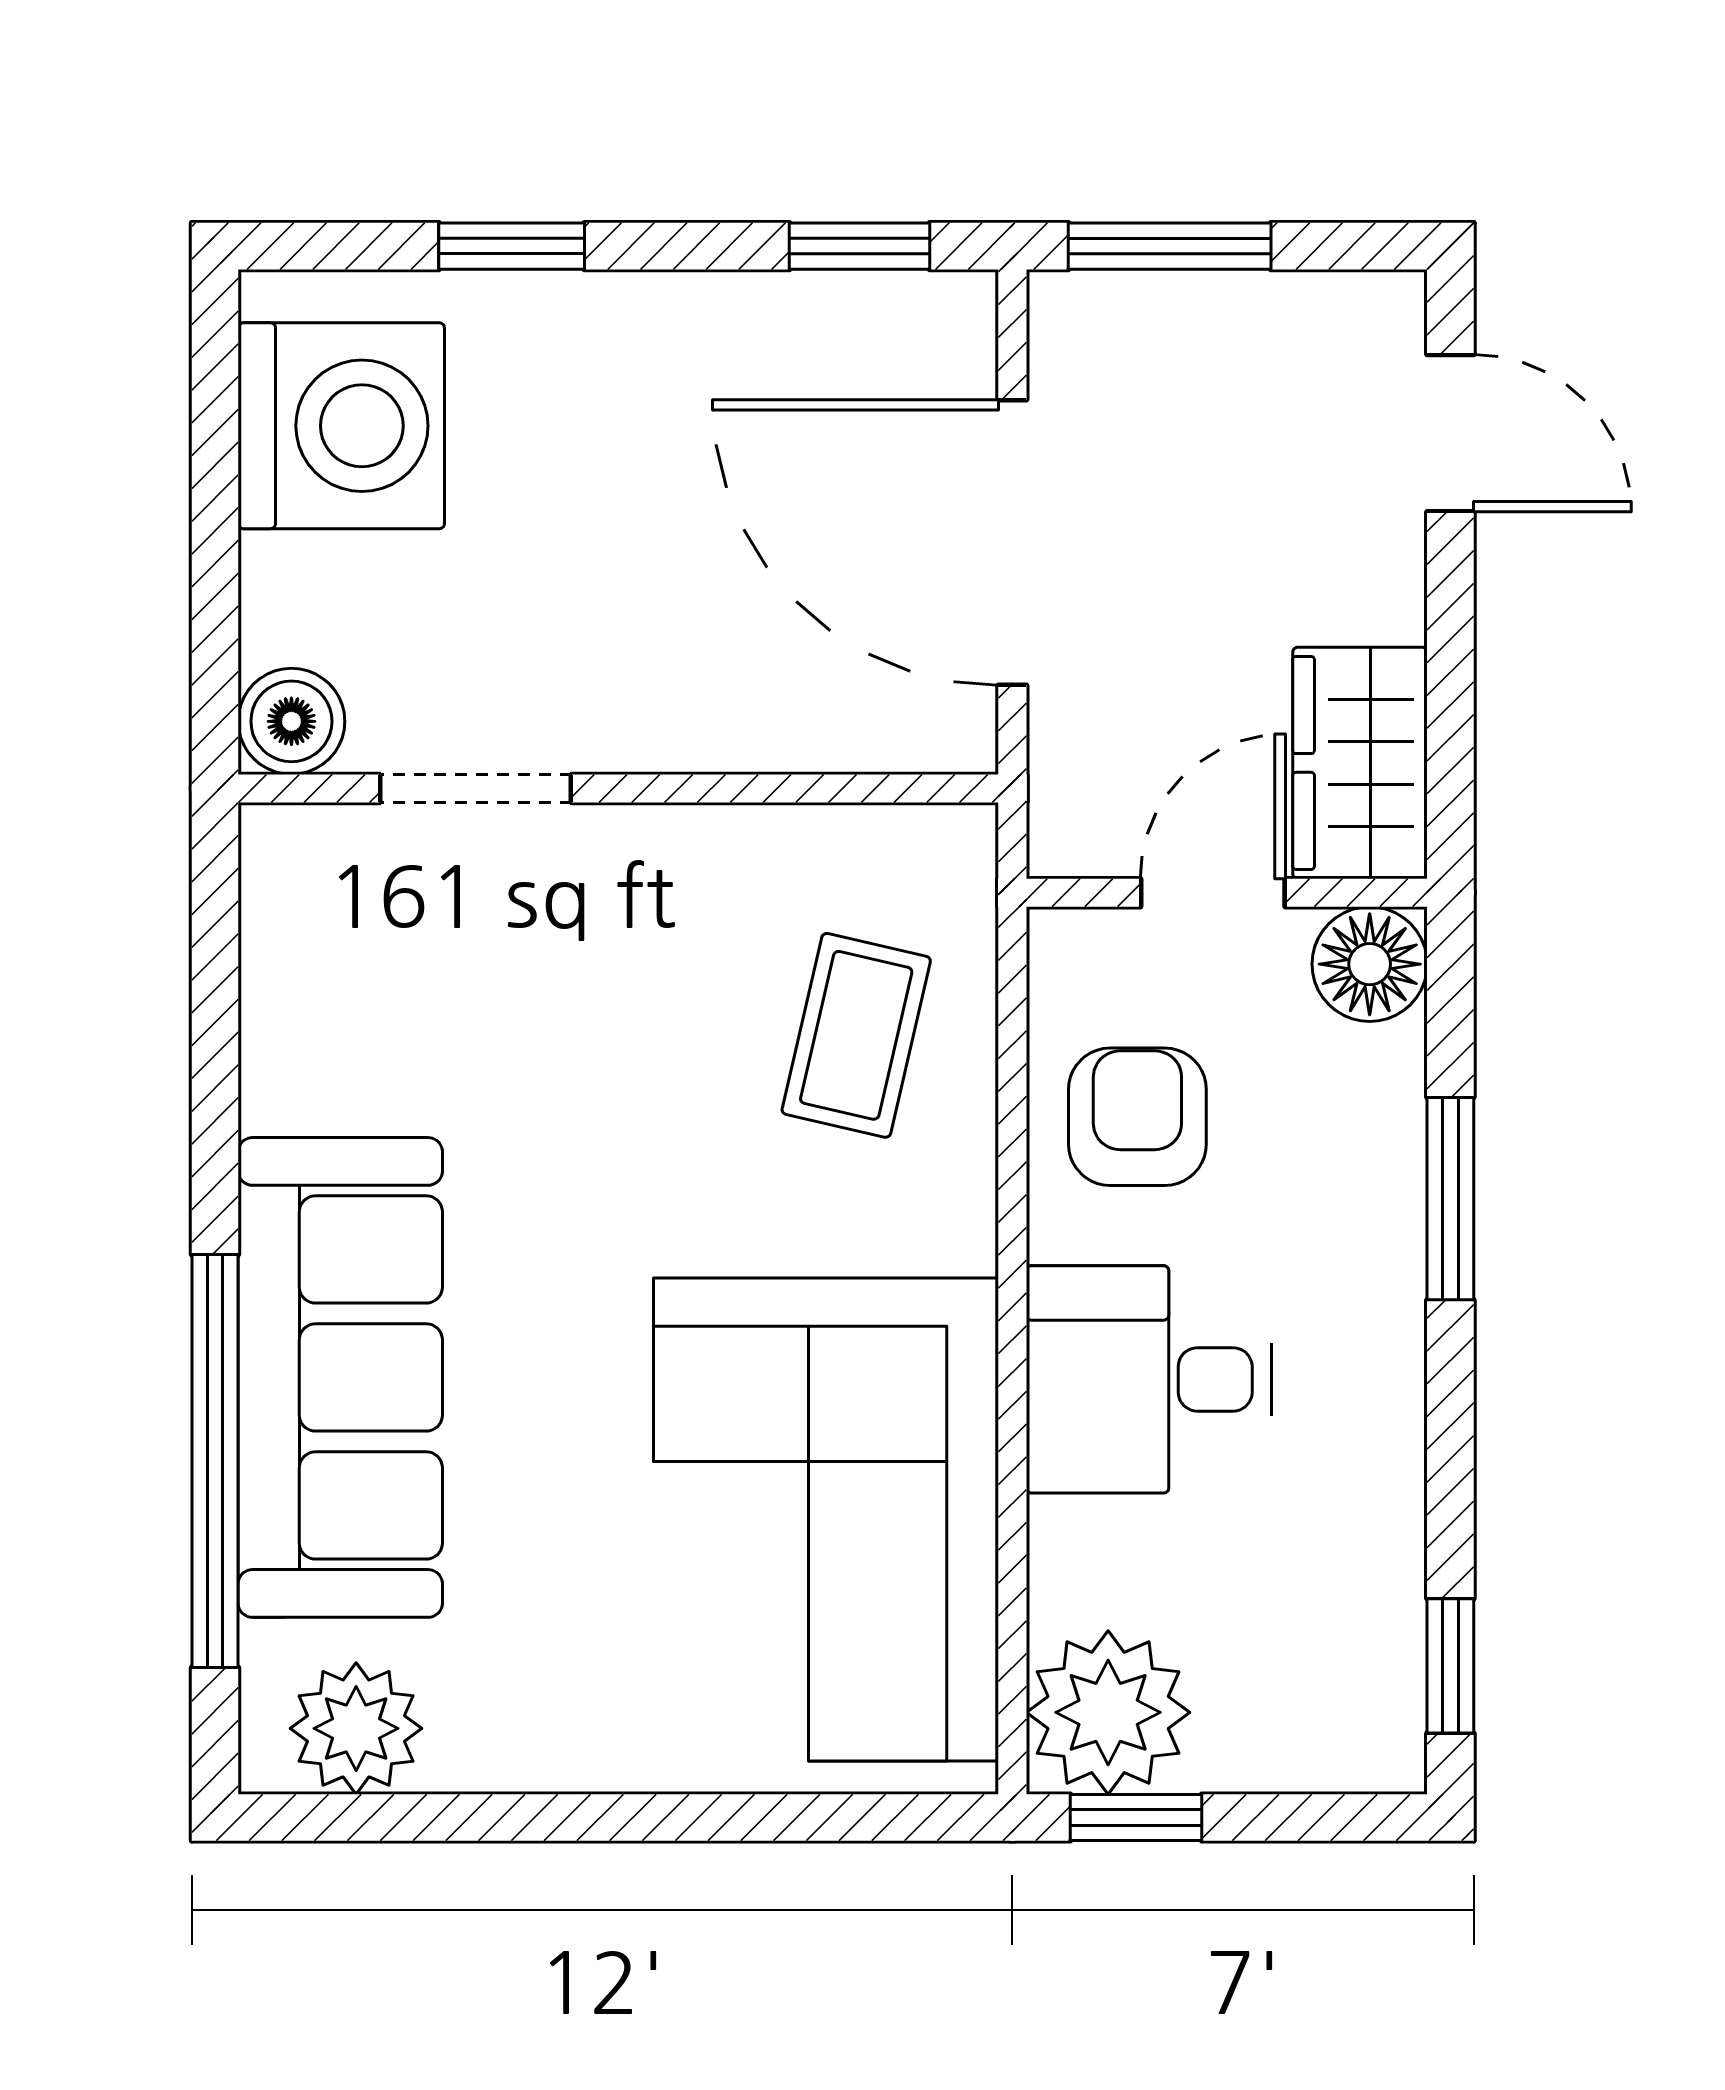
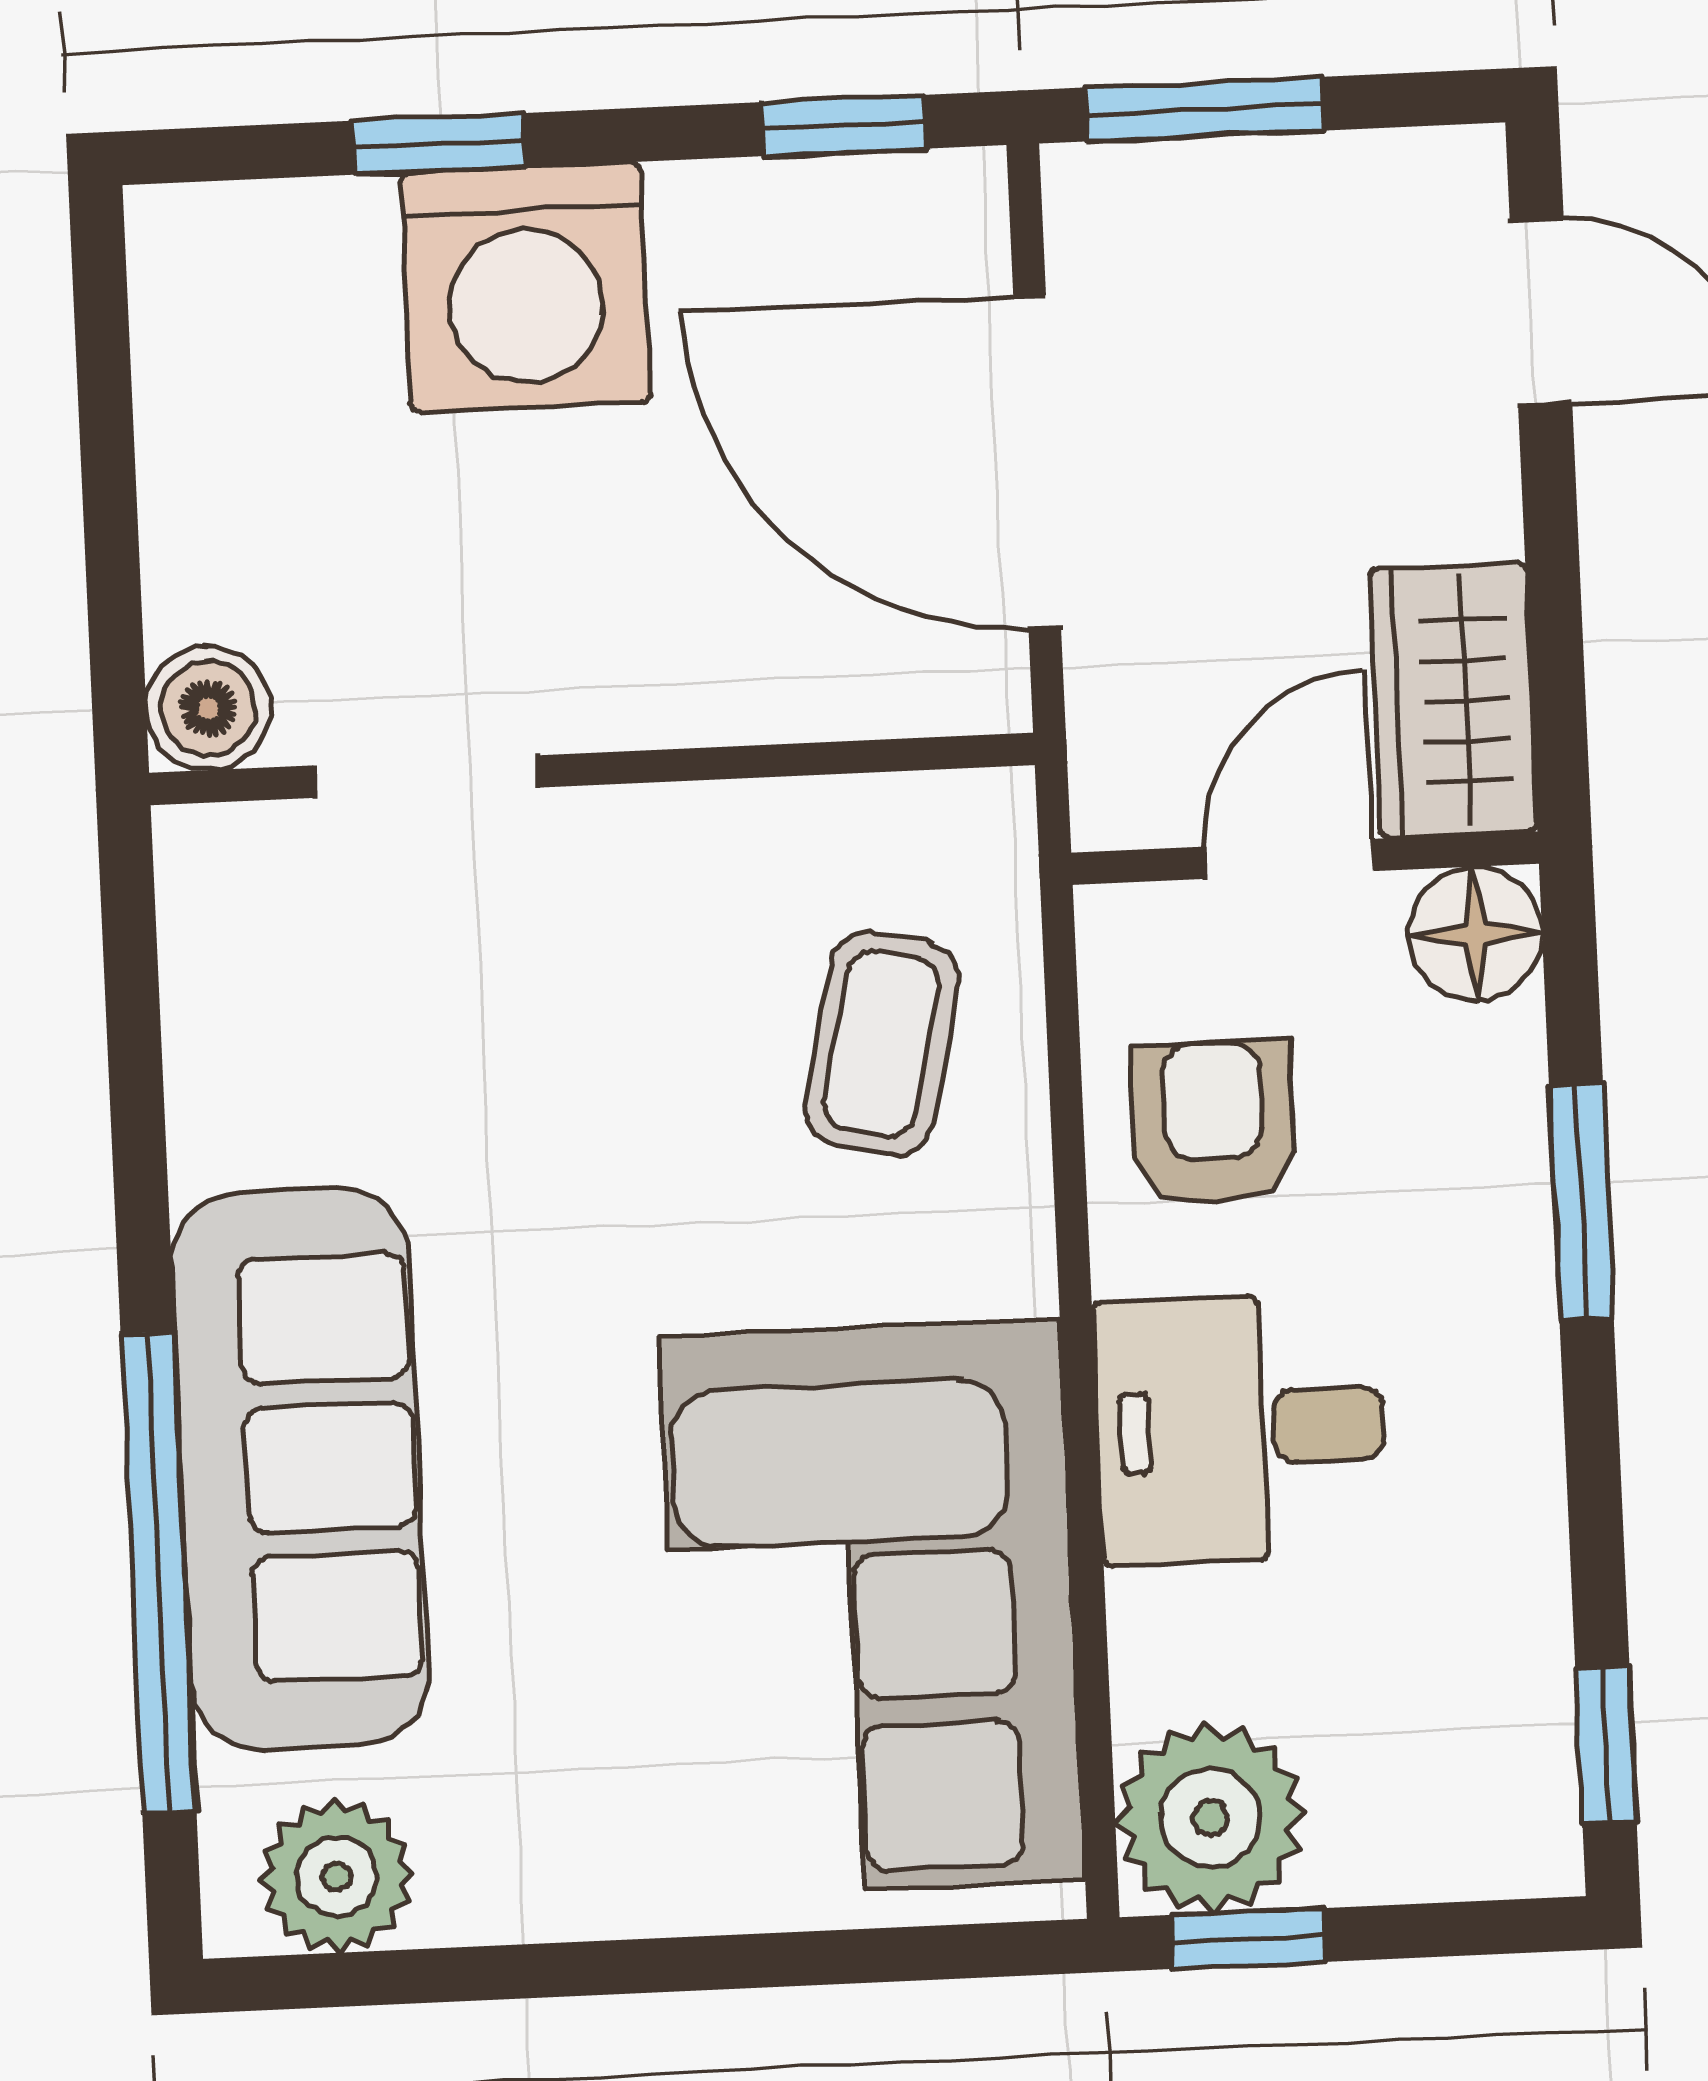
washing machine: (341, 426) -> (526, 287), moved, turned 90

